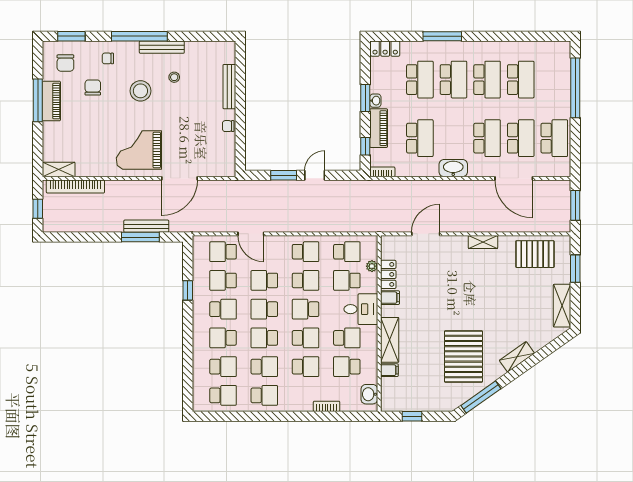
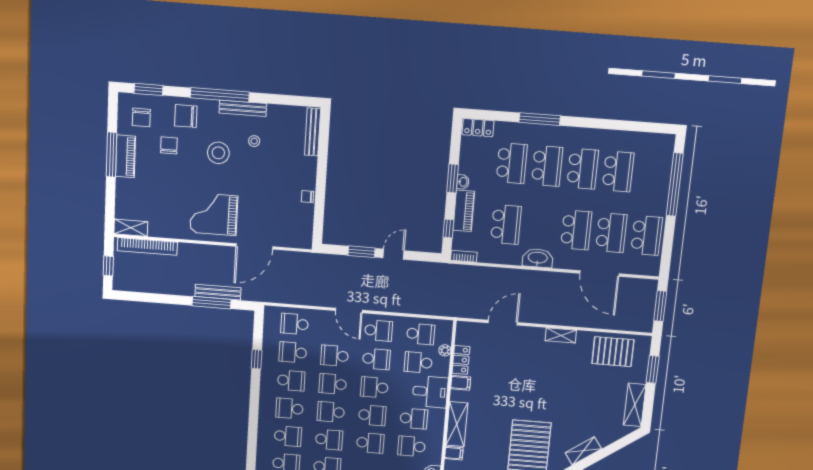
chair: (108, 58) -> (186, 116), width x1.87, depth x1.87
bench: (229, 87) -> (313, 132), moved
door: (251, 234) -> (349, 310), moved

